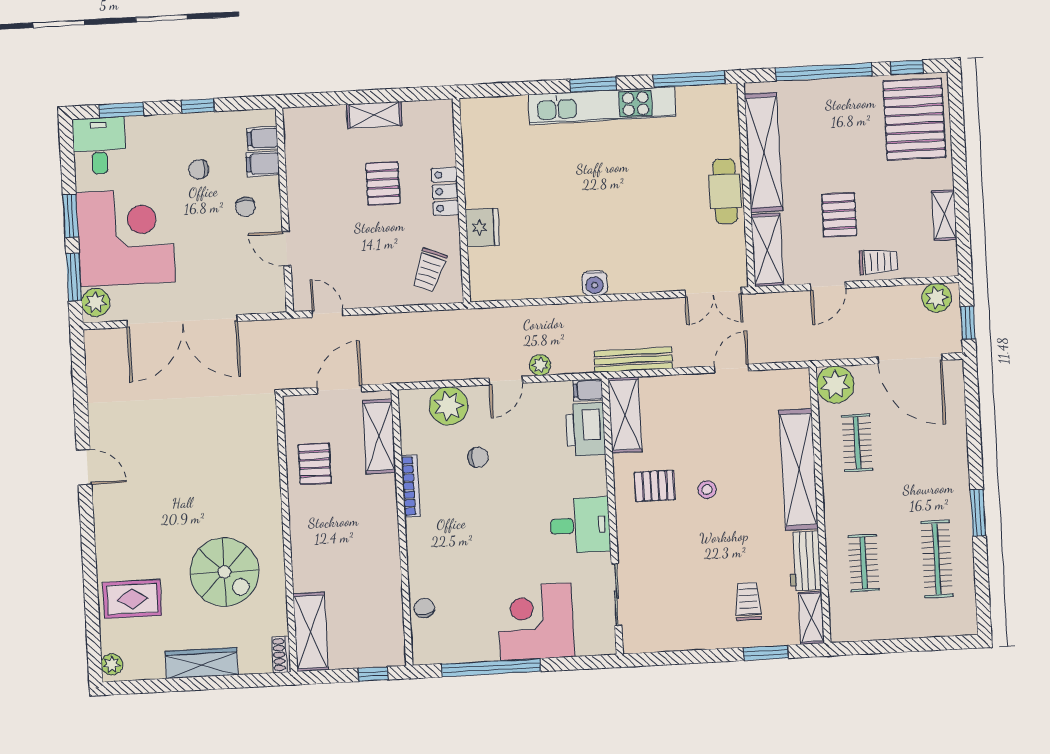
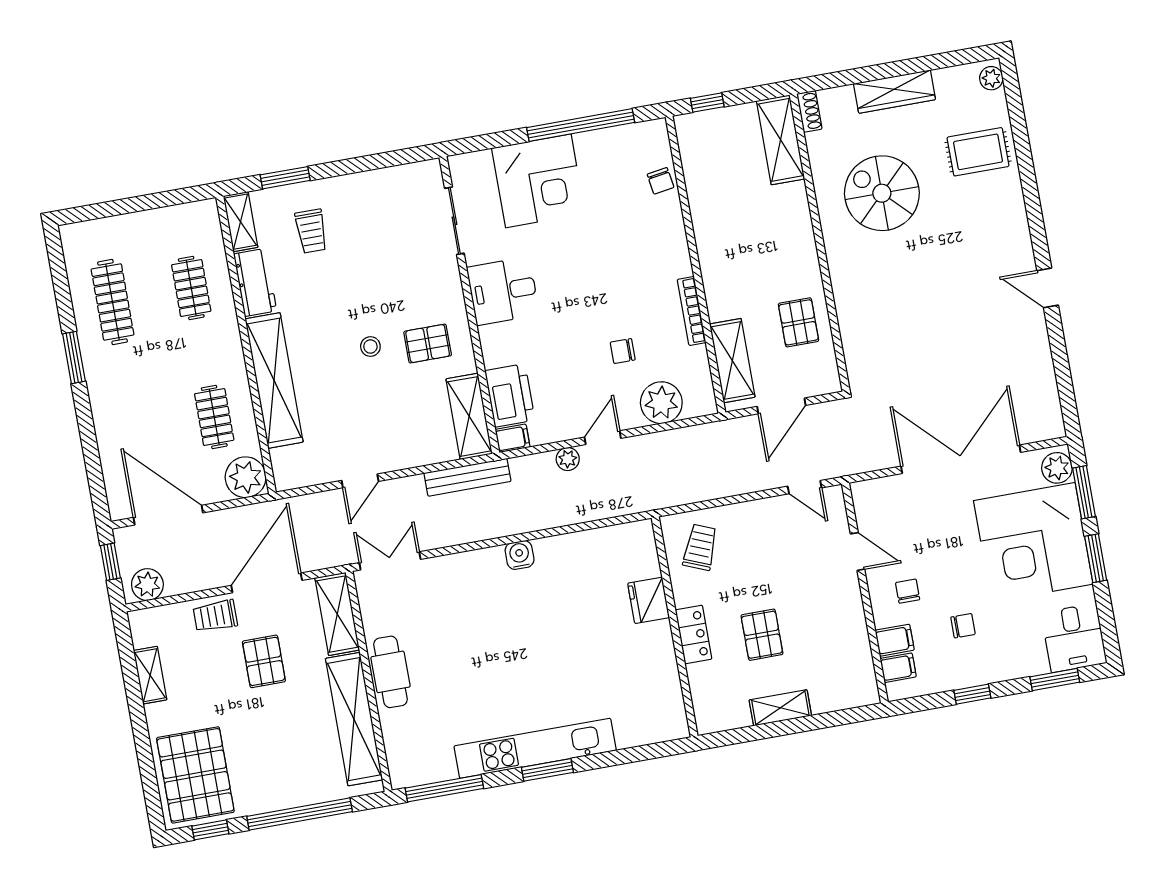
door: (828, 286) -> (267, 583), width x1.87

